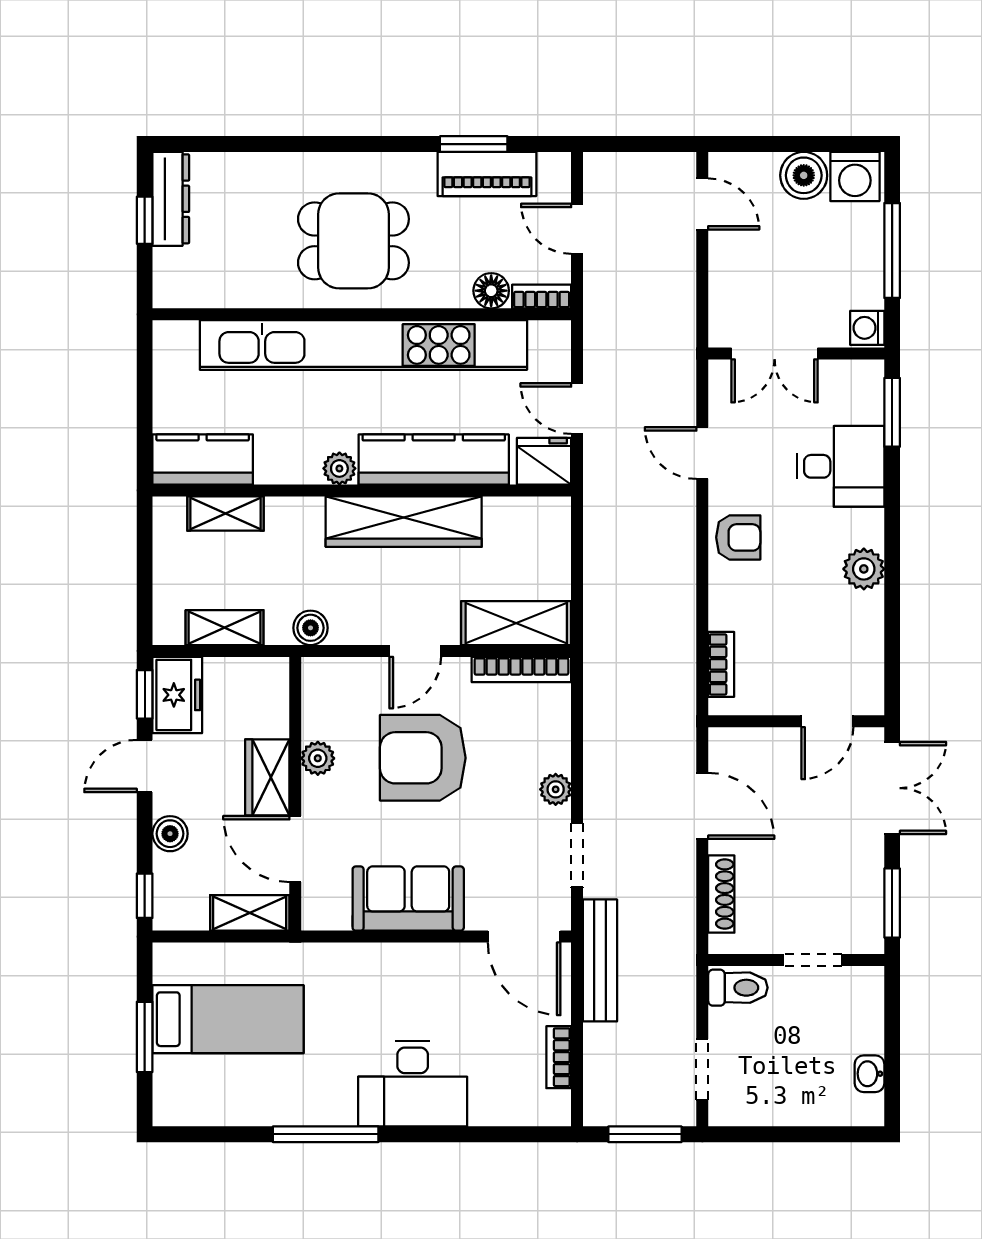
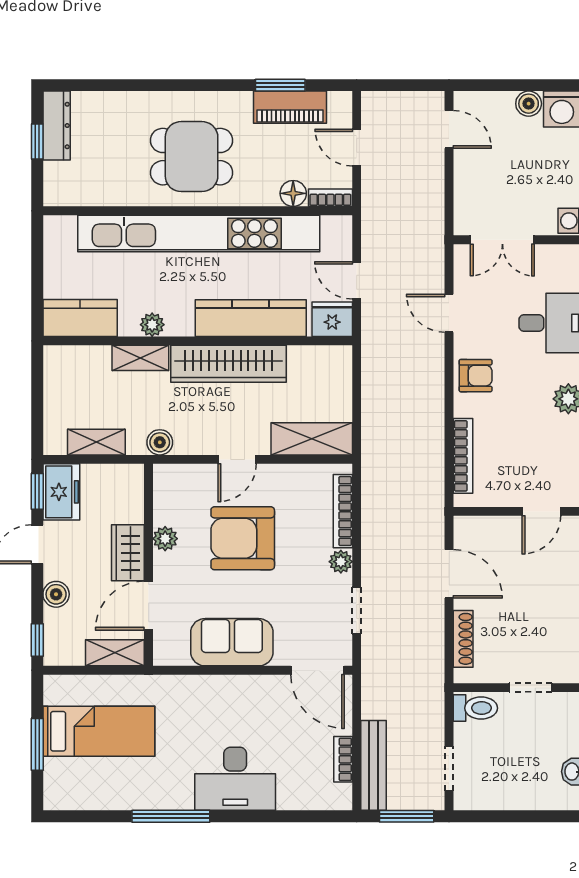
boiler: (804, 175) -> (529, 104), width x0.73, depth x0.73
plant: (339, 468) -> (152, 325), moved
shelving: (225, 513) -> (140, 358), moved
bookcase: (721, 664) -> (463, 456), width x1.56
bookcase: (521, 669) -> (343, 511), moved, turned 90
door: (295, 849) -> (149, 606), hinge flipped
bench: (600, 960) -> (374, 765), moved

